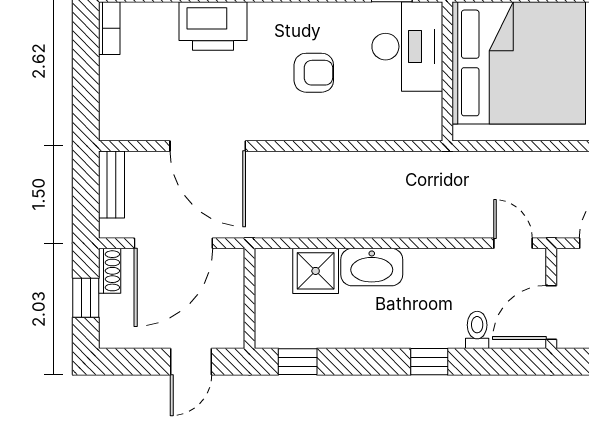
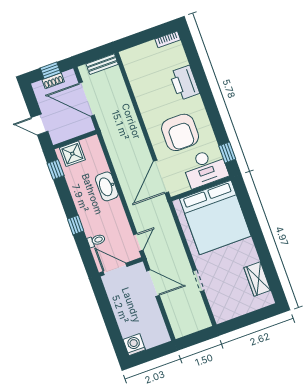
armchair: (314, 73) -> (180, 132), width x1.88, depth x1.88
door: (208, 146) -> (161, 177), moved
shoe rack: (110, 271) -> (53, 81), moved
shower: (316, 271) -> (72, 154), moved

